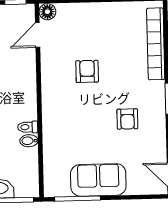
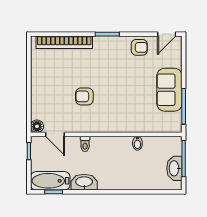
armchair: (127, 119) -> (139, 47), moved
toilet: (28, 127) -> (85, 144), moved

